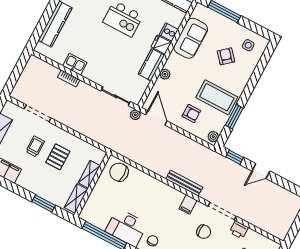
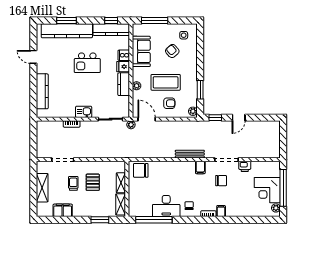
kitchen sink: (75, 64) -> (84, 112), moved
coffee table: (217, 97) -> (166, 82), moved

